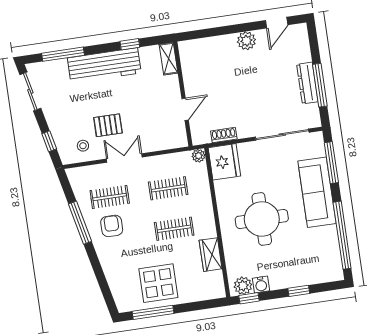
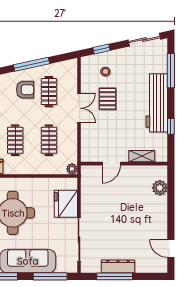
plant: (246, 41) -> (160, 188), moved
shelving: (169, 59) -> (142, 156), moved
door: (185, 109) -> (111, 164), hinge flipped
shoe rack: (224, 135) -> (86, 192), removed
stool: (83, 146) -> (105, 72), moved
fridge: (224, 162) -> (66, 204), moved, turned 90

